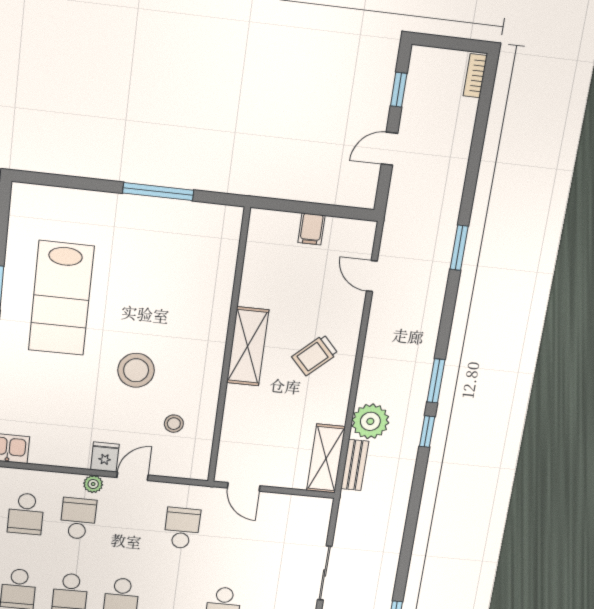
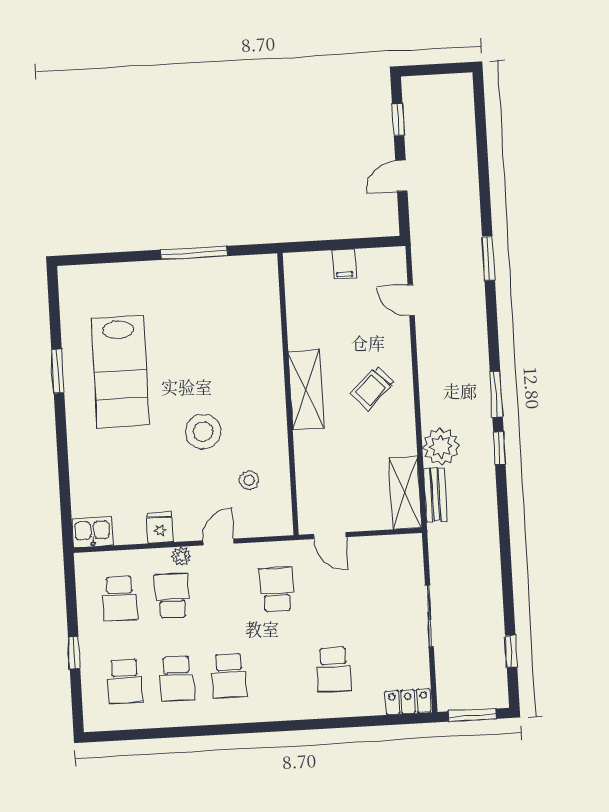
bookcase: (475, 76) -> (466, 95), removed
fridge: (105, 457) -> (160, 528), moved

